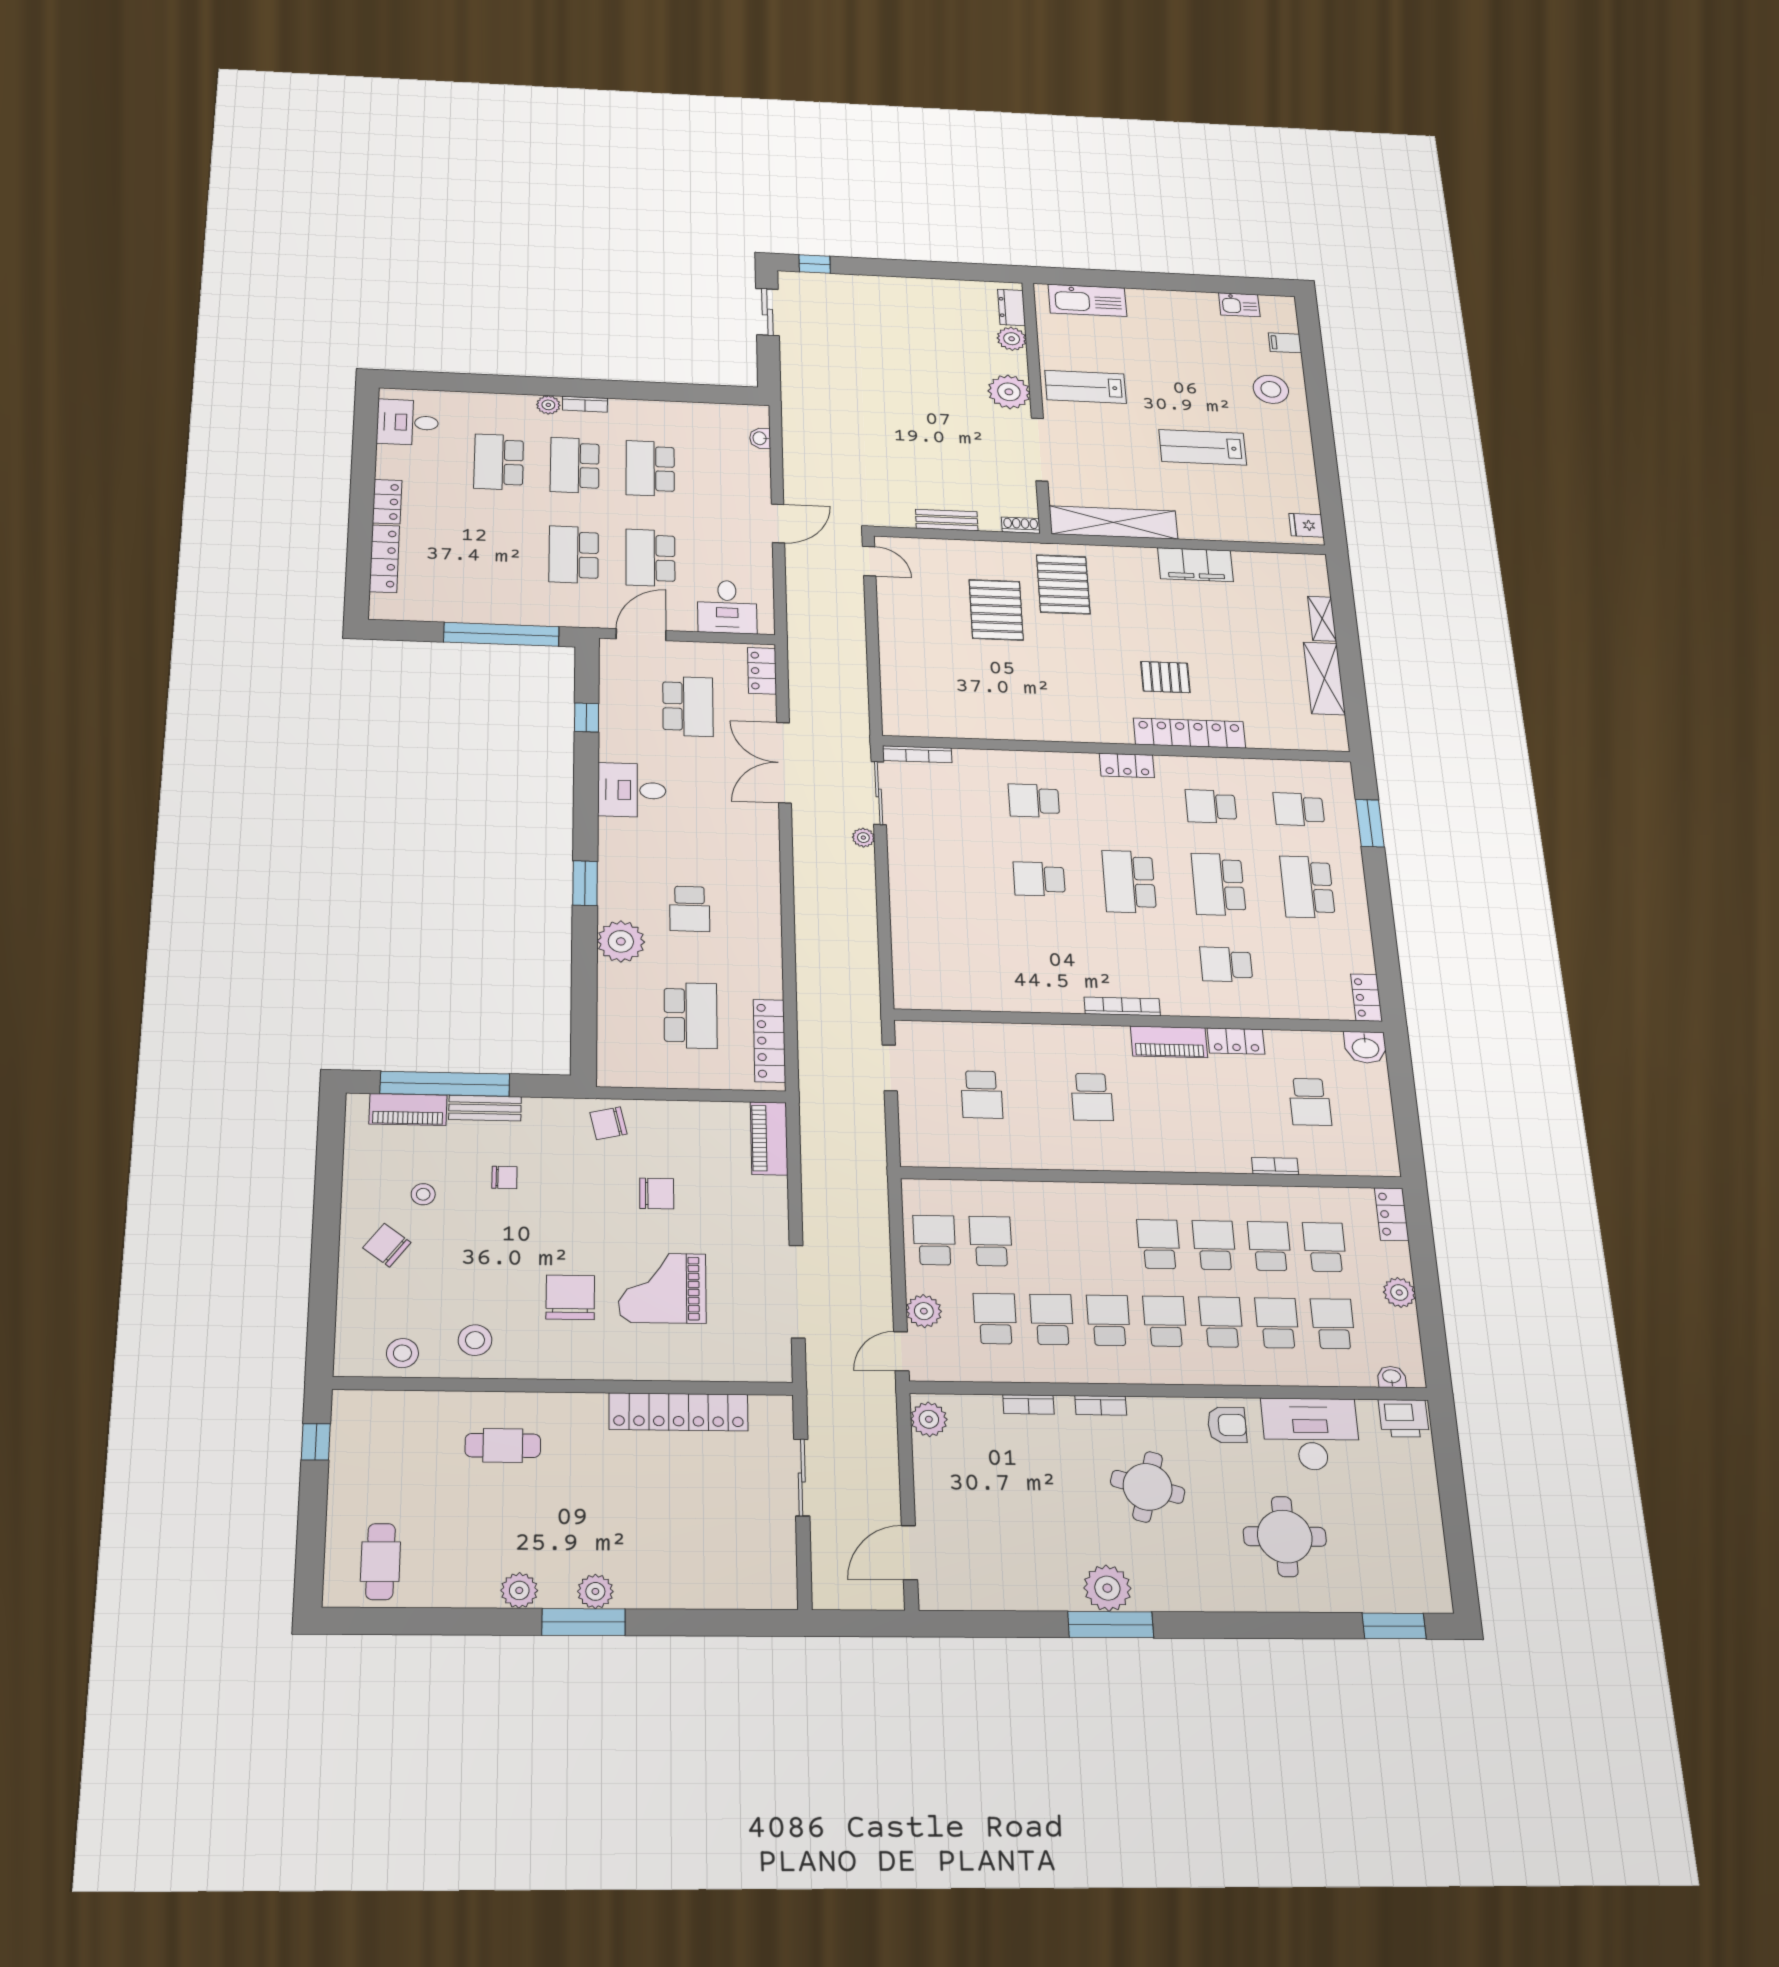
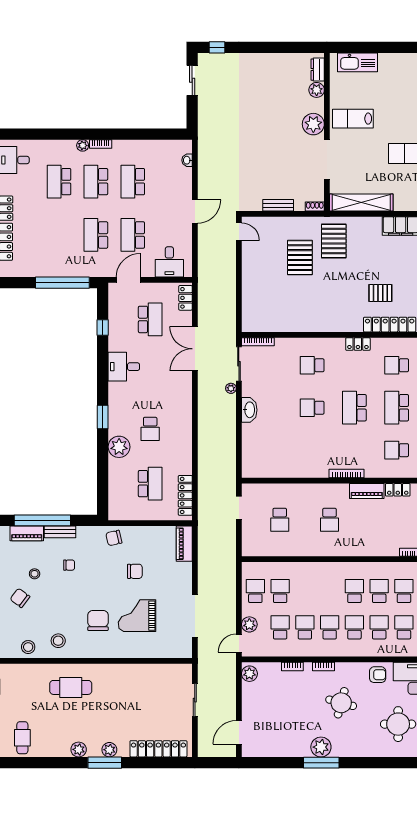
washbasin: (904, 879) -> (249, 410), added
locker: (679, 1412) -> (158, 749), moved, turned 180
cafe table: (503, 1445) -> (71, 687), width x1.37, depth x1.35

